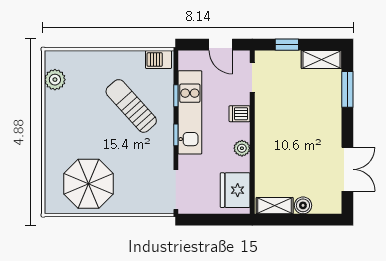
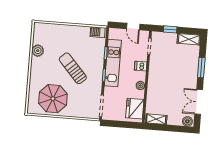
plant: (55, 80) -> (38, 51), moved
window: (347, 89) -> (201, 68), moved
sun lounger: (131, 106) -> (73, 68), moved
double door: (347, 169) -> (199, 102), swing flipped
boiler: (303, 205) -> (187, 121), moved

